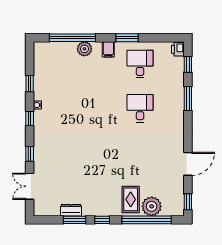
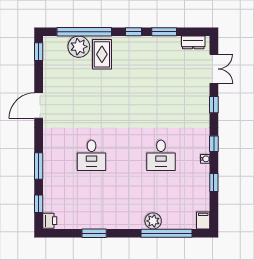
window: (127, 38) -> (94, 233), moved
filing cabinet: (108, 49) -> (203, 220), moved
desk: (140, 64) -> (161, 155), moved
door: (188, 164) -> (39, 106), moved
dresser: (71, 210) -> (193, 42), moved

